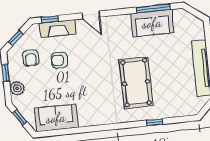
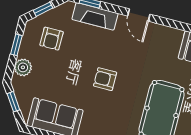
armchair: (59, 60) -> (105, 79), moved

